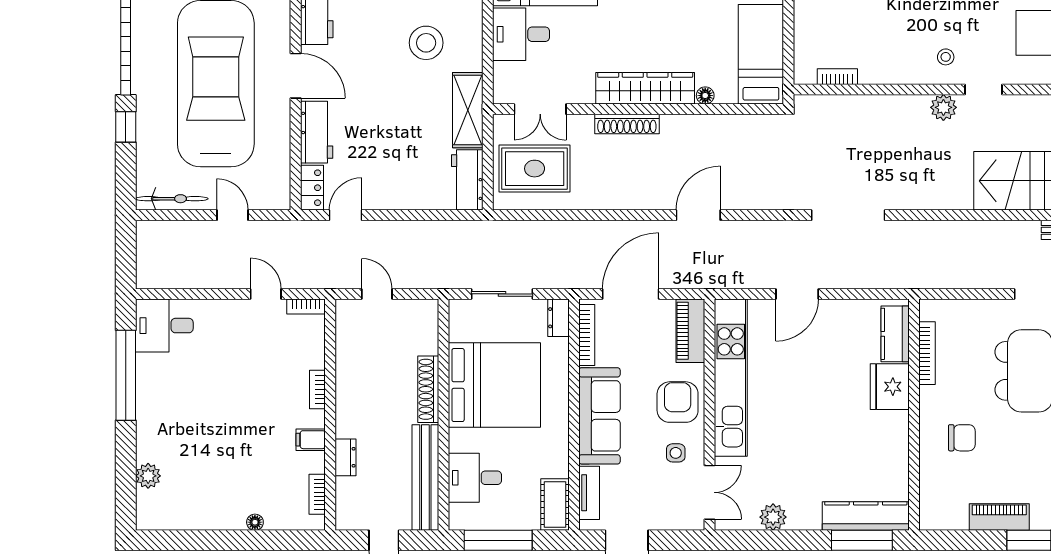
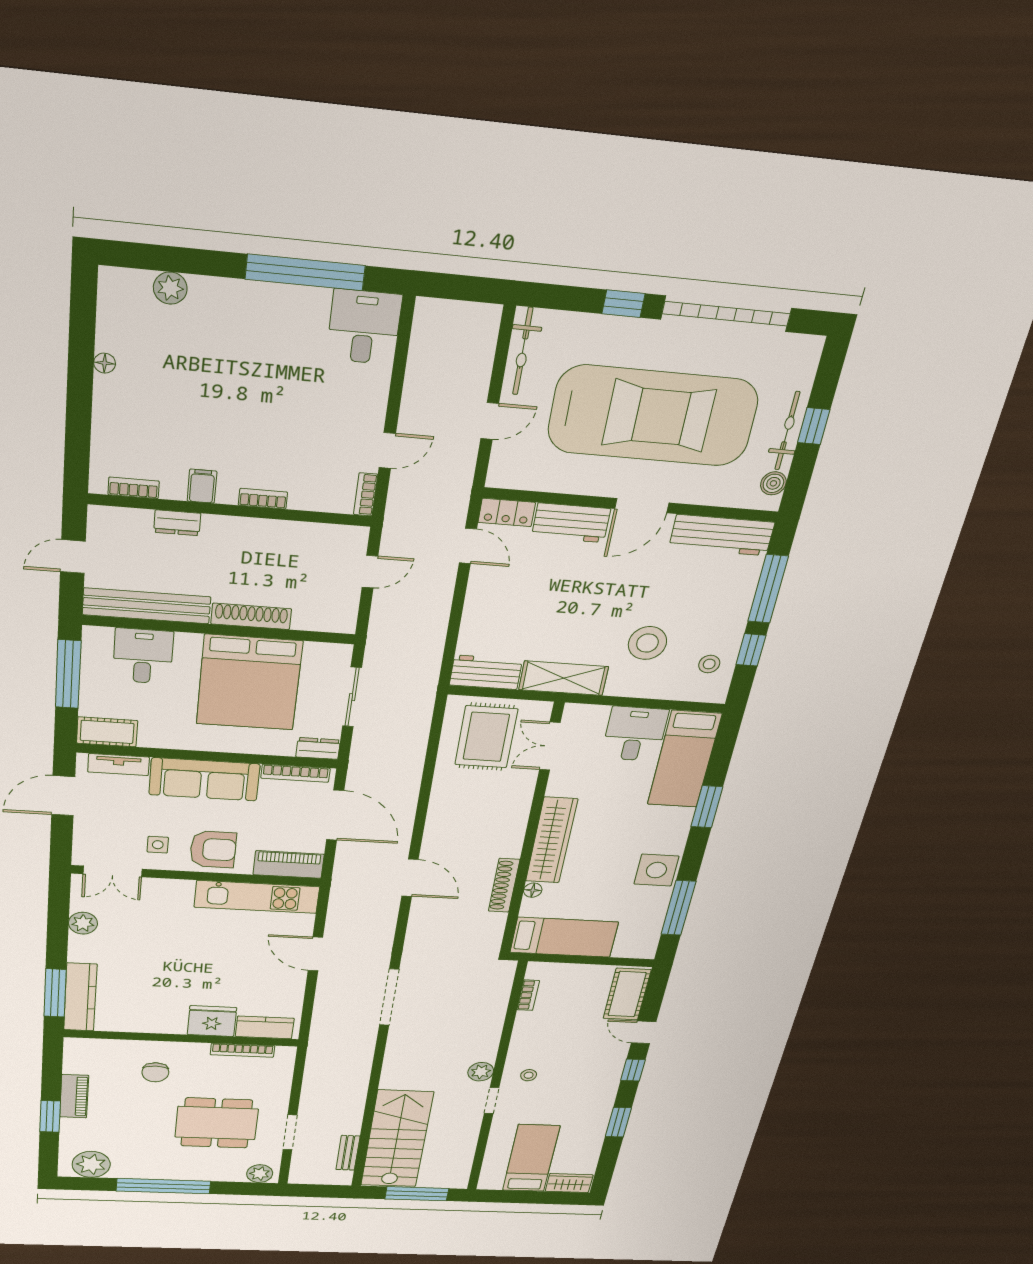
shoe rack: (627, 124) -> (504, 885), moved
kitchen unit: (731, 378) -> (257, 897), width x0.73
floor lamp: (255, 522) -> (105, 363), moved

